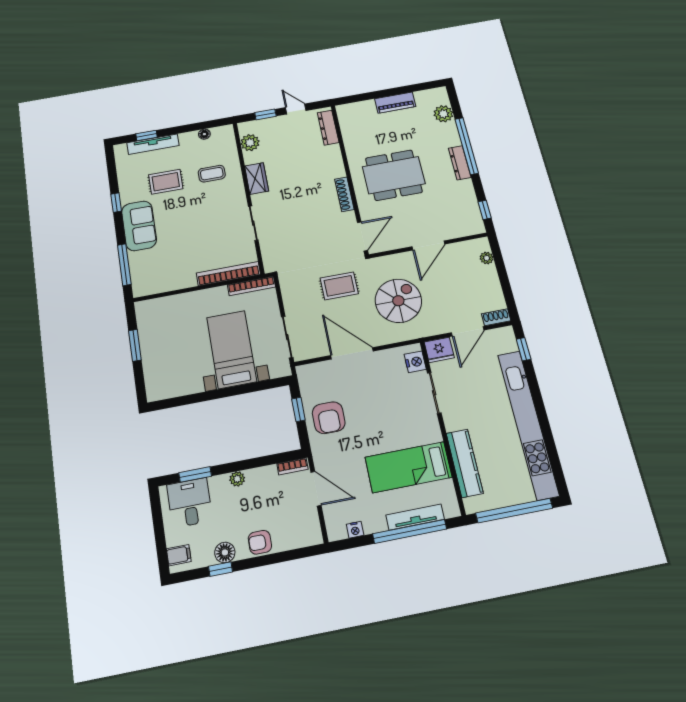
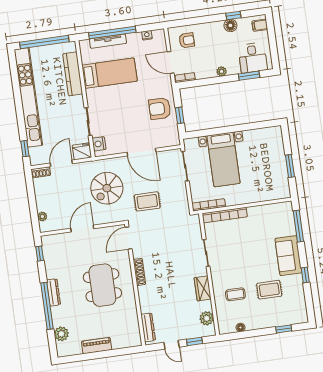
tv unit: (153, 144) -> (279, 321), removed
dining table: (394, 175) -> (102, 285), turned 90
armchair: (329, 418) -> (160, 109), turned -90
armchair: (260, 542) -> (187, 40), moved

